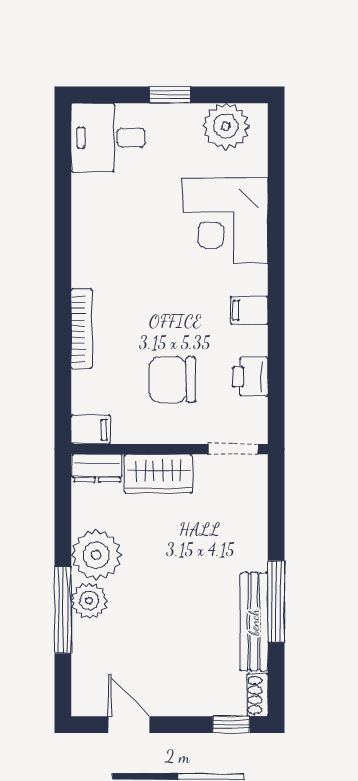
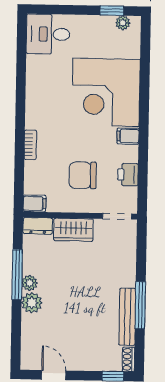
window: (170, 95) -> (112, 11), moved
plant: (226, 126) -> (123, 23), width x0.53, depth x0.53
corner desk: (225, 221) -> (106, 92), width x1.36, depth x1.36
bookcase: (81, 329) -> (30, 145), width x0.64
plant: (96, 555) -> (30, 283), width x0.53, depth x0.53
window: (63, 610) -> (17, 275), moved

